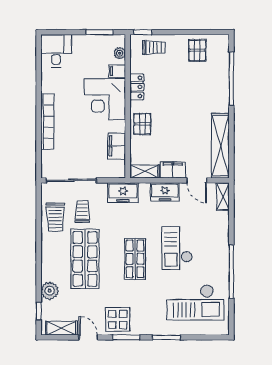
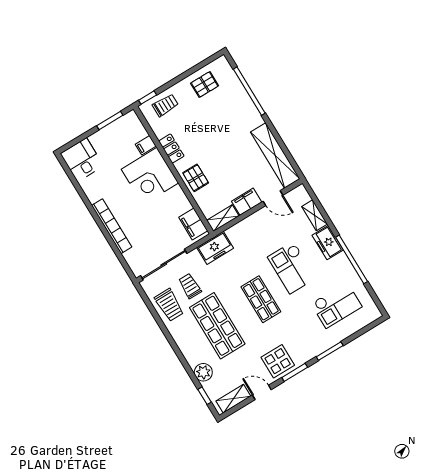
pallet: (197, 50) -> (205, 84), turned 90
plant: (120, 53) -> (138, 128), removed
filing cabinet: (117, 146) -> (193, 224), moved
freezer: (165, 192) -> (328, 243), moved, turned 90
shelving: (223, 197) -> (315, 215), moved
checkout: (195, 302) -> (336, 305), width x0.73, depth x0.83

